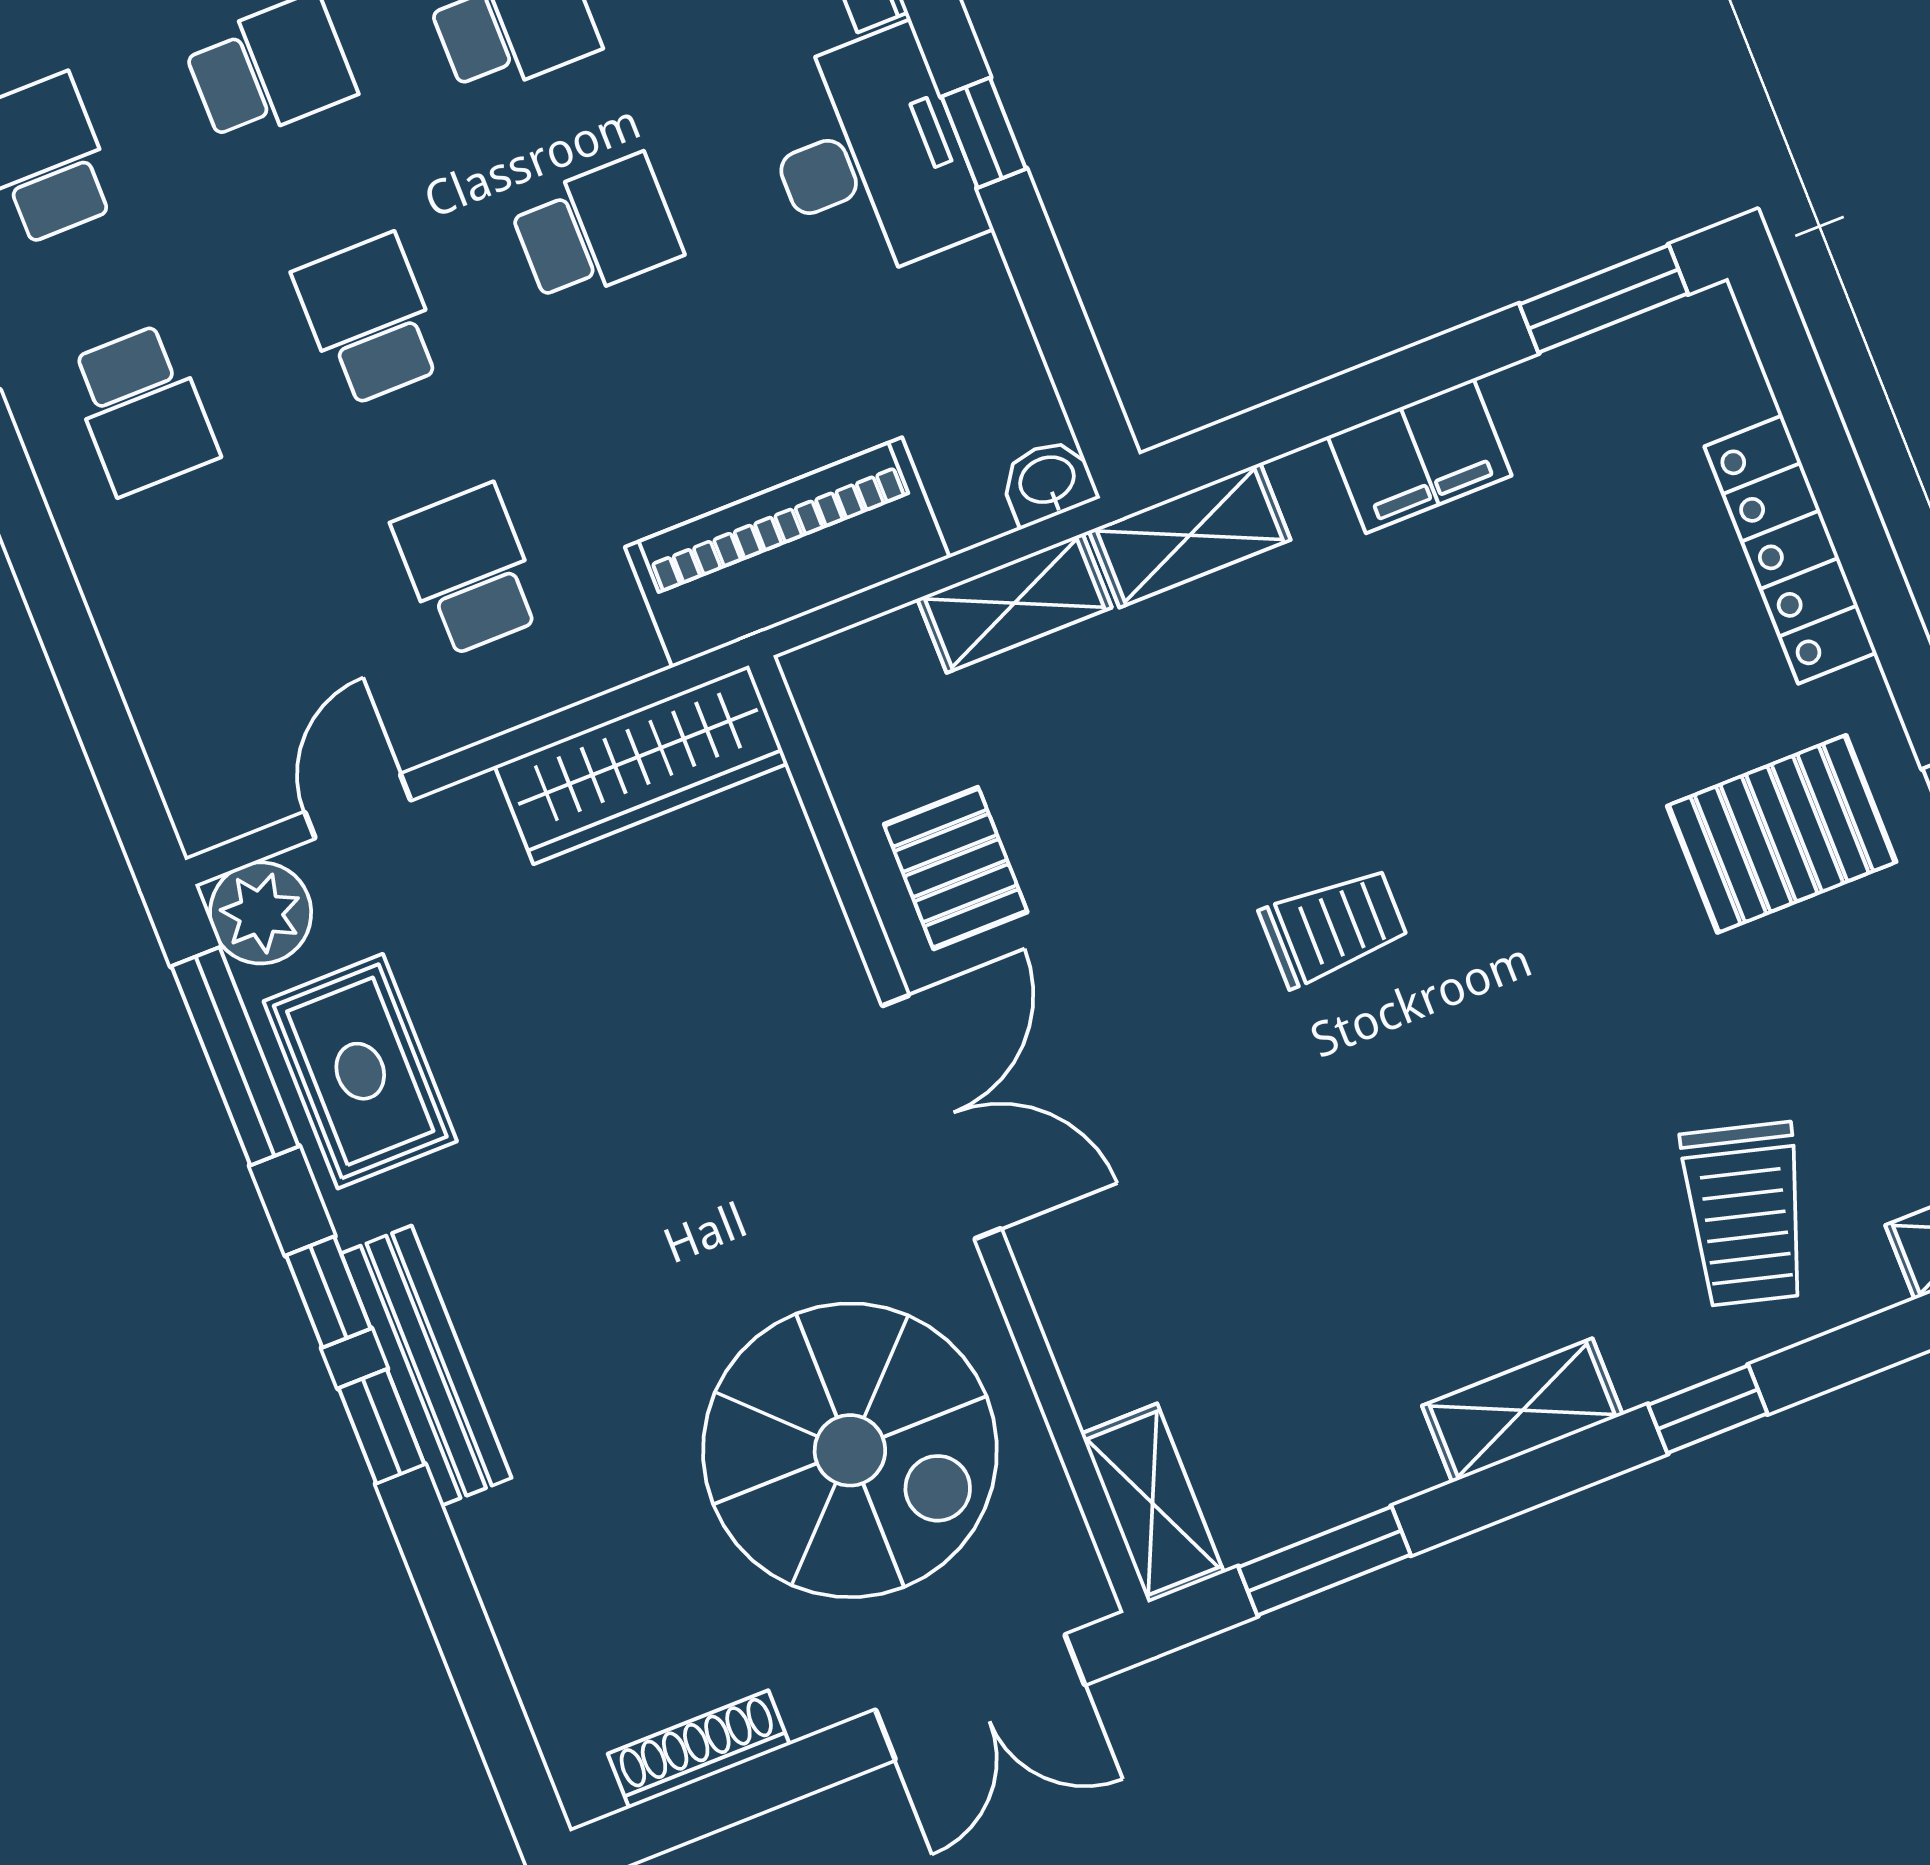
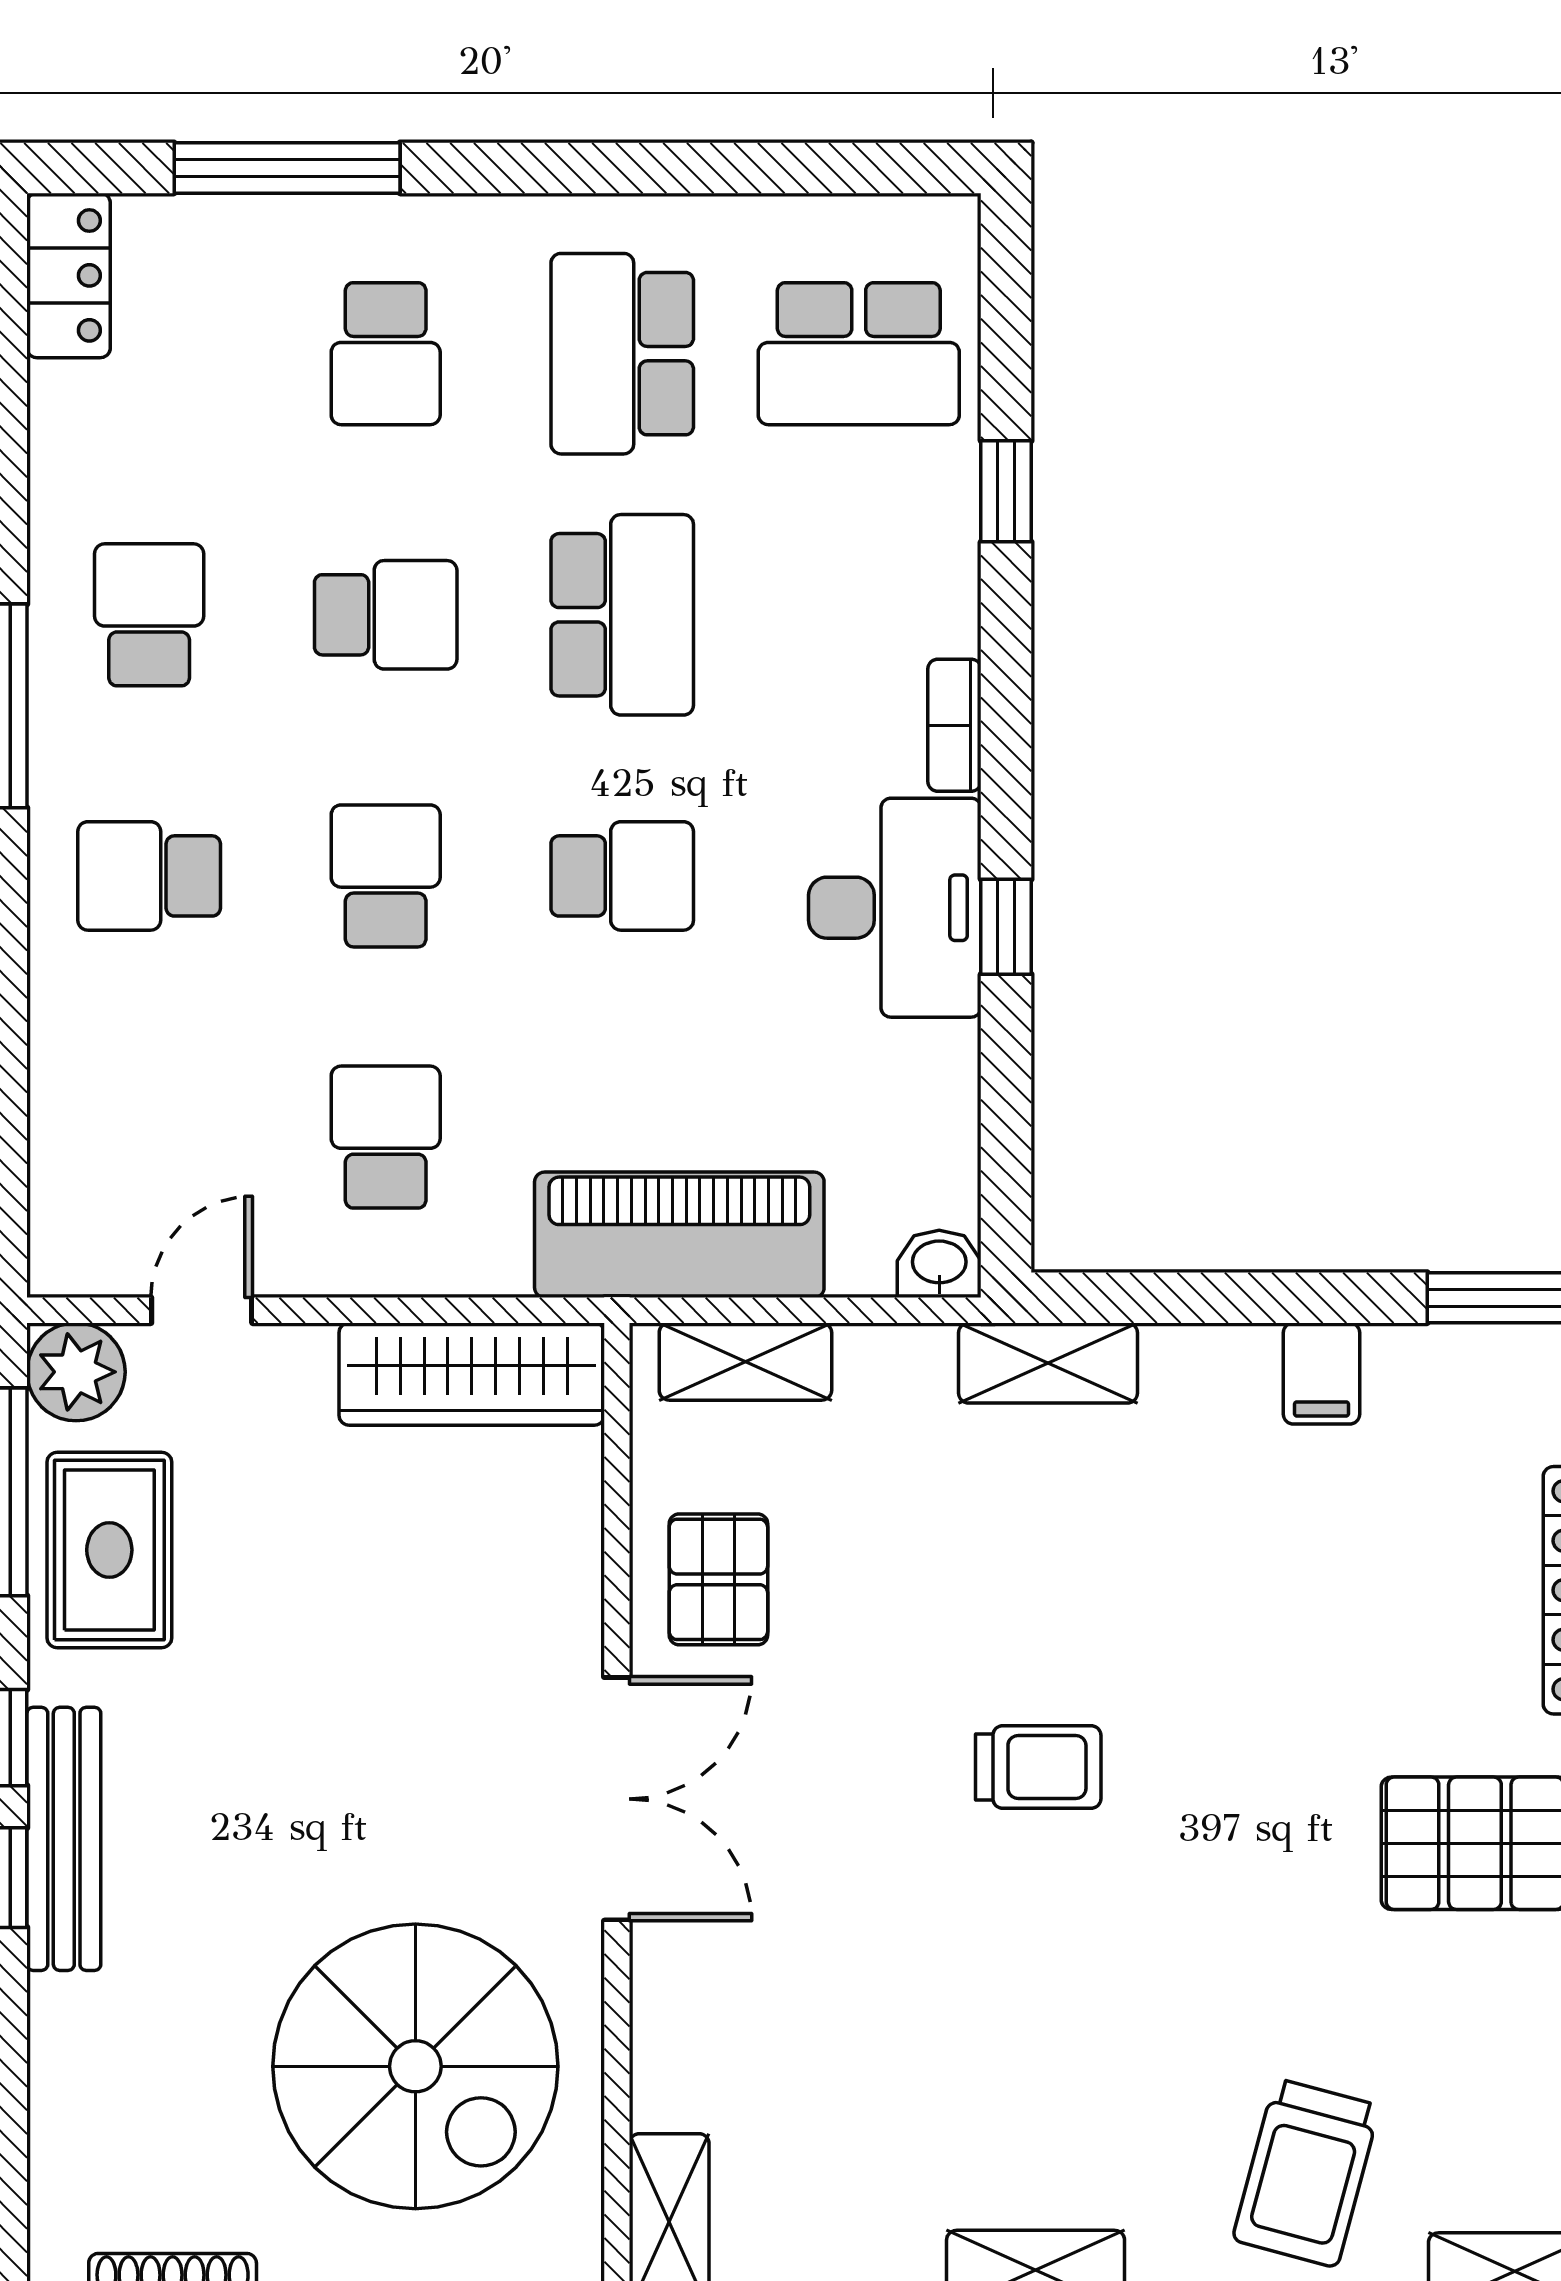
school desk: (142, 409) -> (149, 876), turned 90
filing cabinet: (1420, 456) -> (1321, 1373), width x0.50
shelving: (1014, 603) -> (745, 1362), moved

